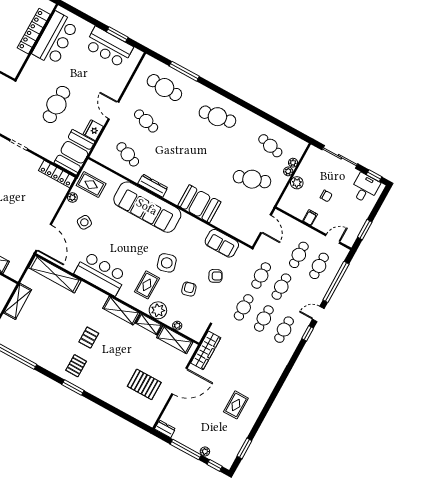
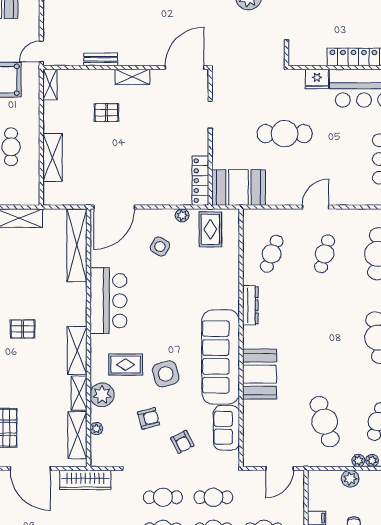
fridge: (93, 130) -> (317, 79), moved, turned 180
sofa: (147, 207) -> (221, 357), moved

